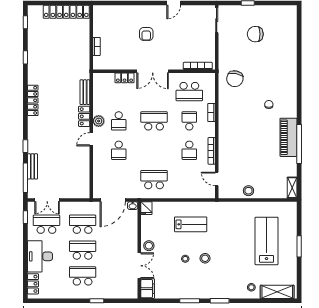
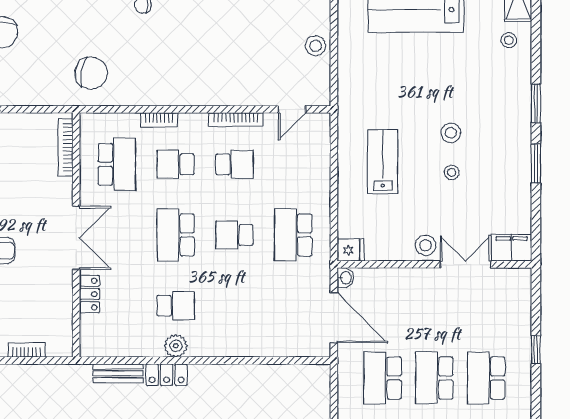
door: (91, 139) -> (213, 361), removed
school desk: (119, 150) -> (234, 235), moved, turned 180

